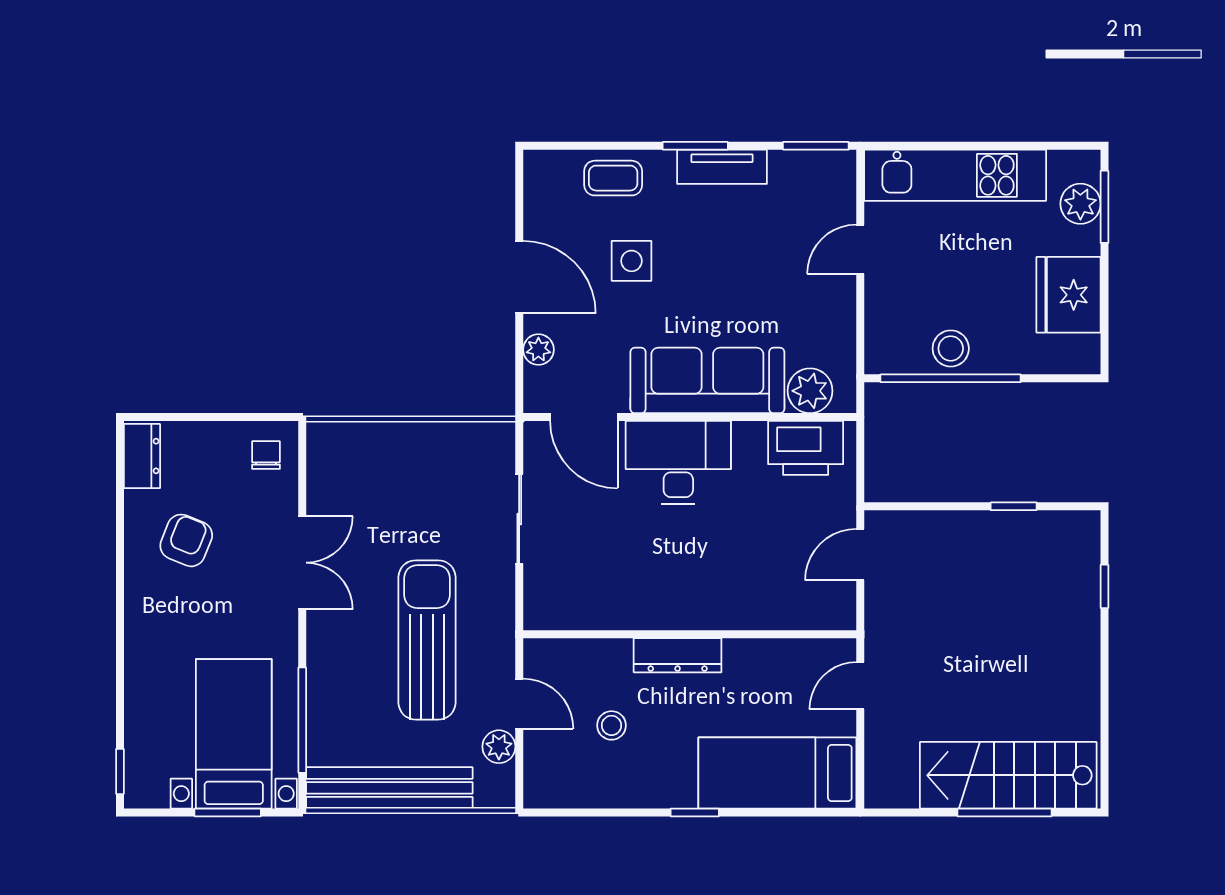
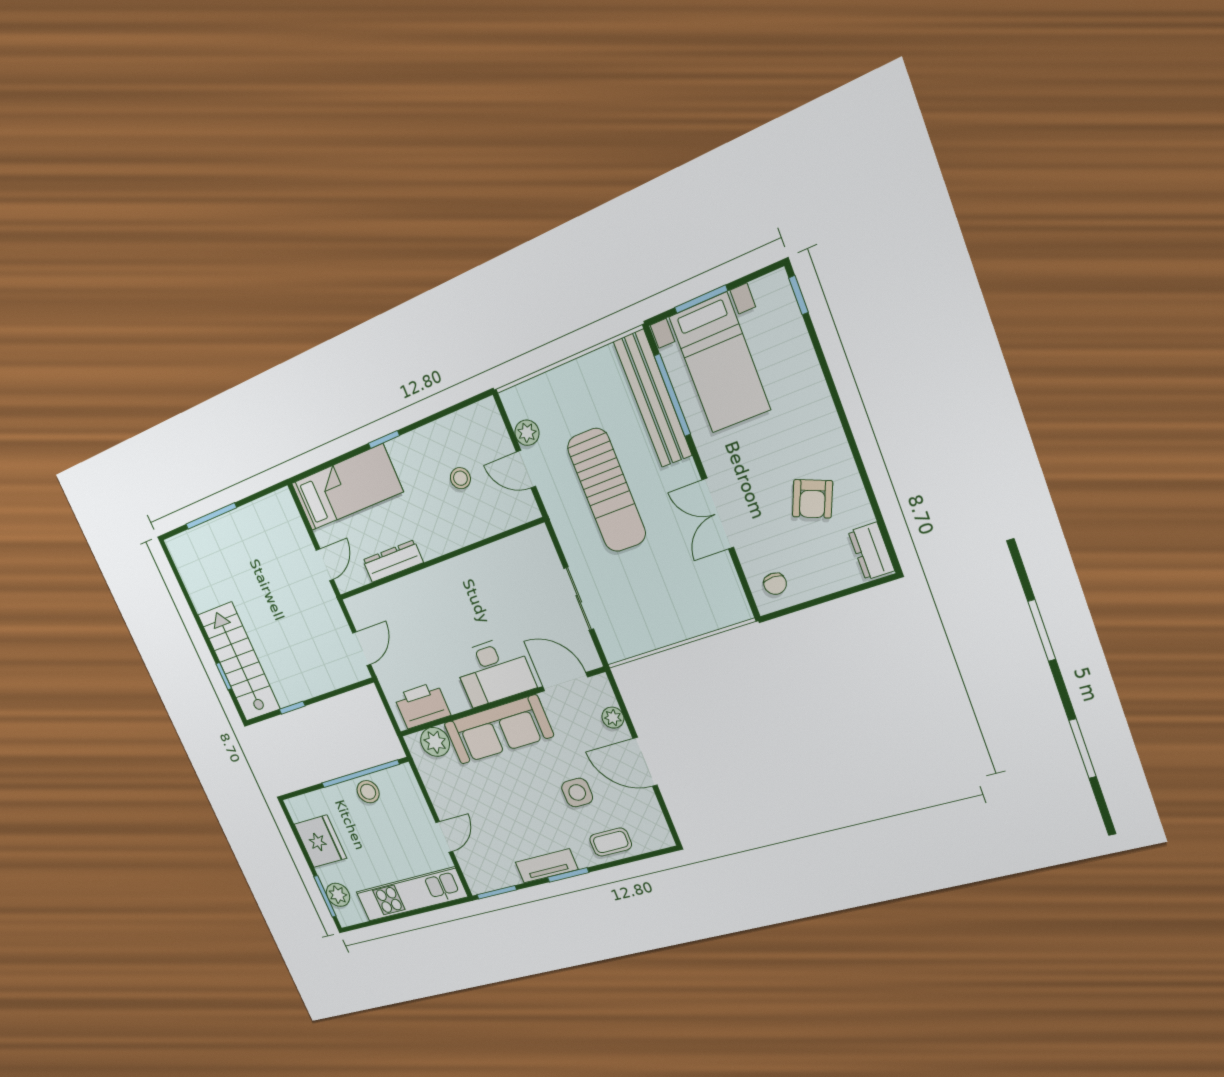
dresser: (678, 655) -> (393, 561), moved
stairs: (1008, 775) -> (239, 662), moved, turned -90
bench: (389, 788) -> (653, 399), moved, turned 90

